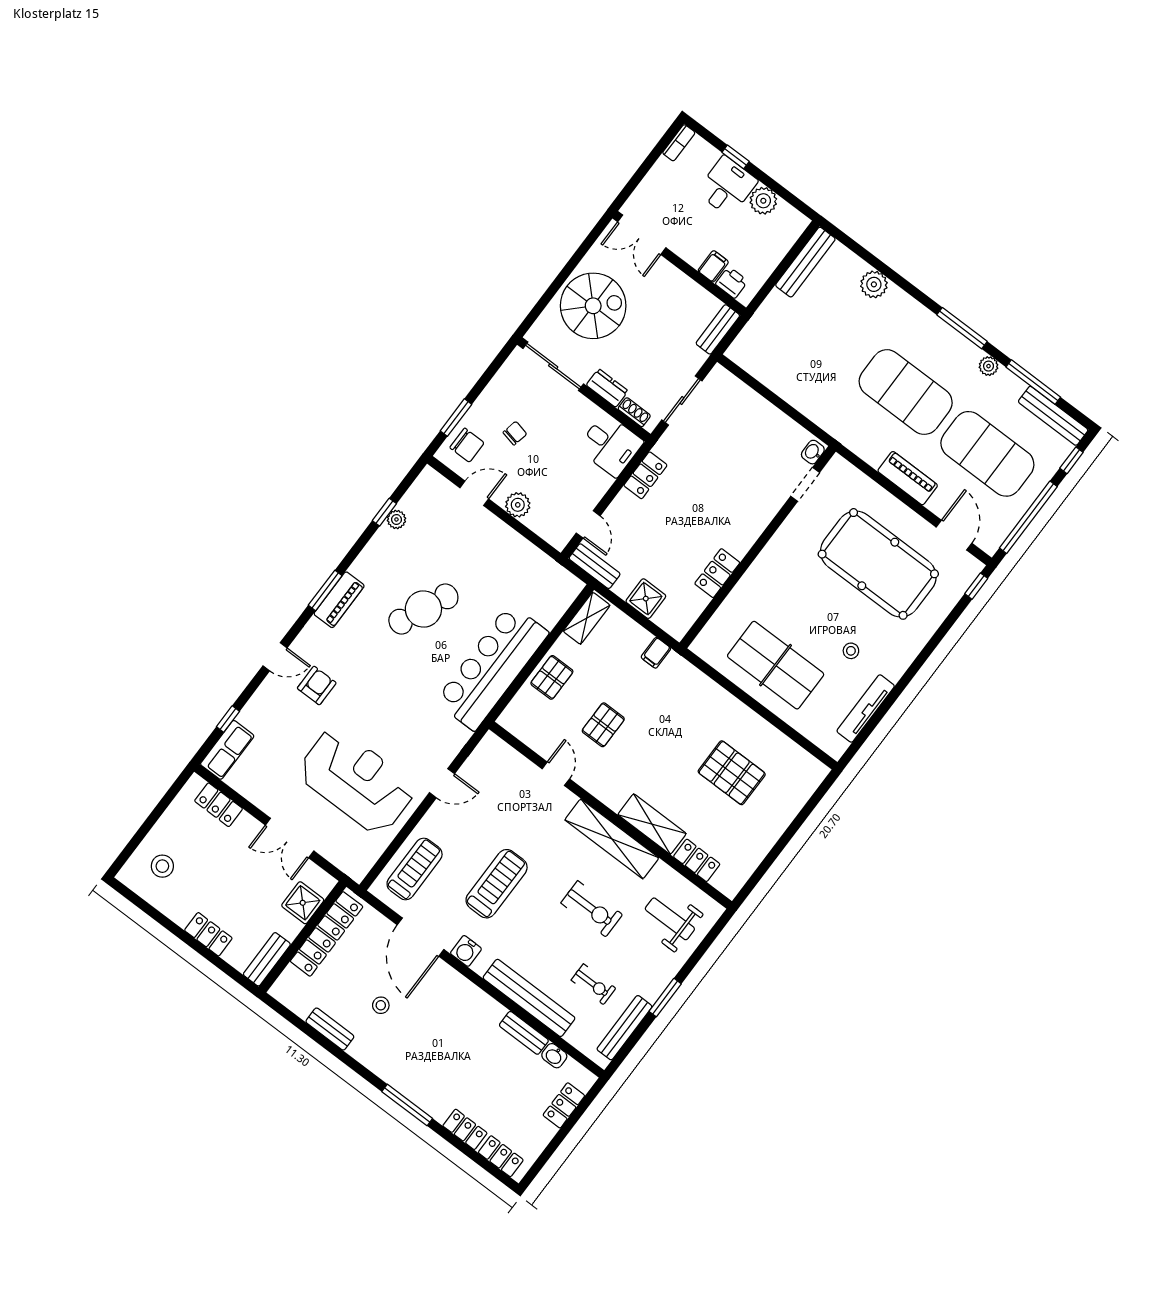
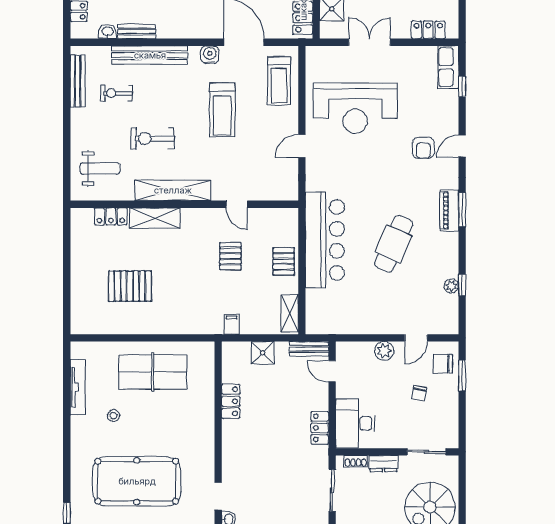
sliding door: (553, 366) -> (426, 452), width x0.73
desk: (610, 445) -> (355, 423), width x1.37
window: (665, 998) -> (67, 118), removed

